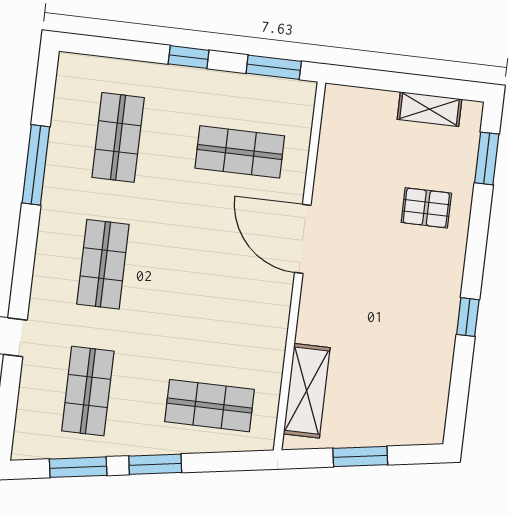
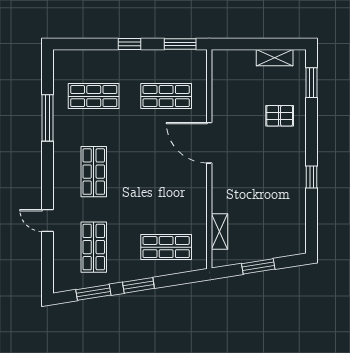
shop shelf: (118, 137) -> (94, 96), turned 90
shelving: (307, 391) -> (219, 232), width x0.67, depth x0.75

